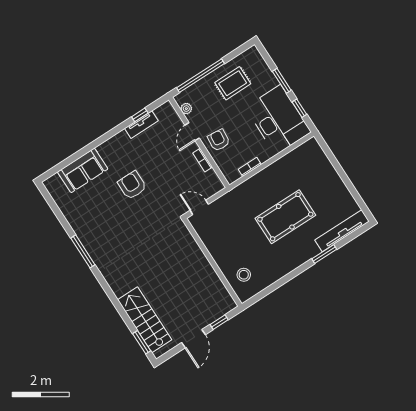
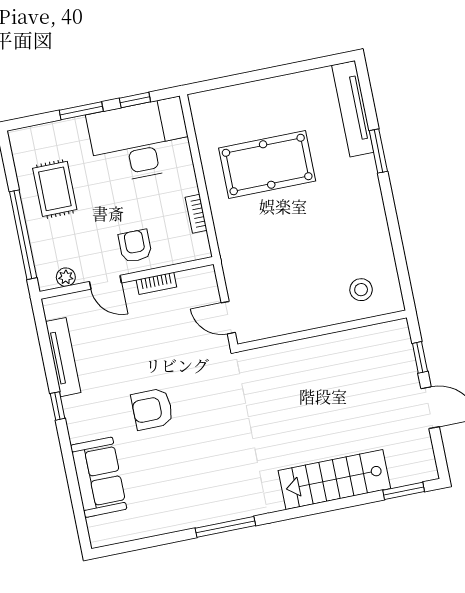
window: (140, 115) -> (58, 406), moved
tv unit: (141, 125) -> (63, 357), width x1.41
armchair: (219, 140) -> (135, 246), turned 85
door: (199, 207) -> (228, 318), hinge flipped
pool table: (285, 217) -> (267, 165), moved, turned 90
stairs: (145, 320) -> (334, 480), moved

